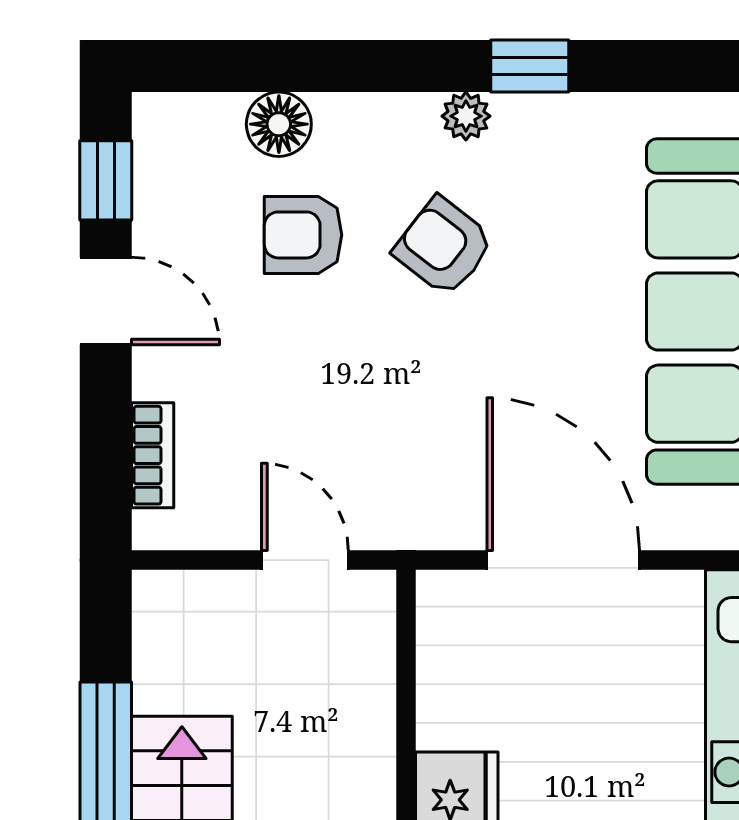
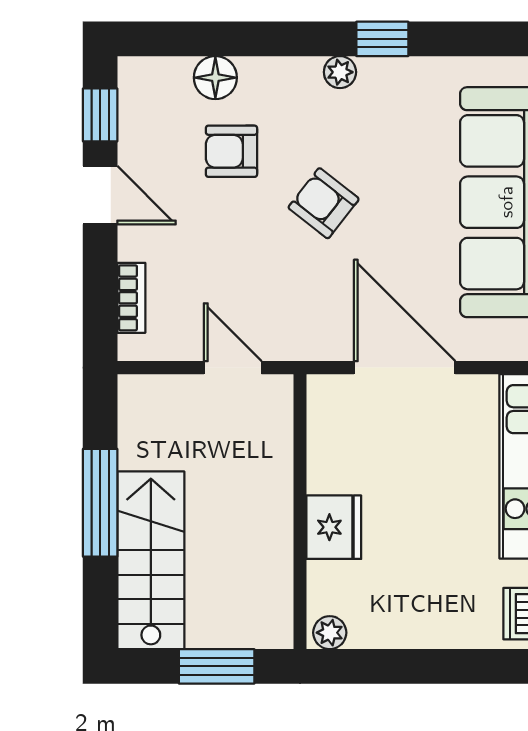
armchair: (444, 246) -> (324, 203), moved

